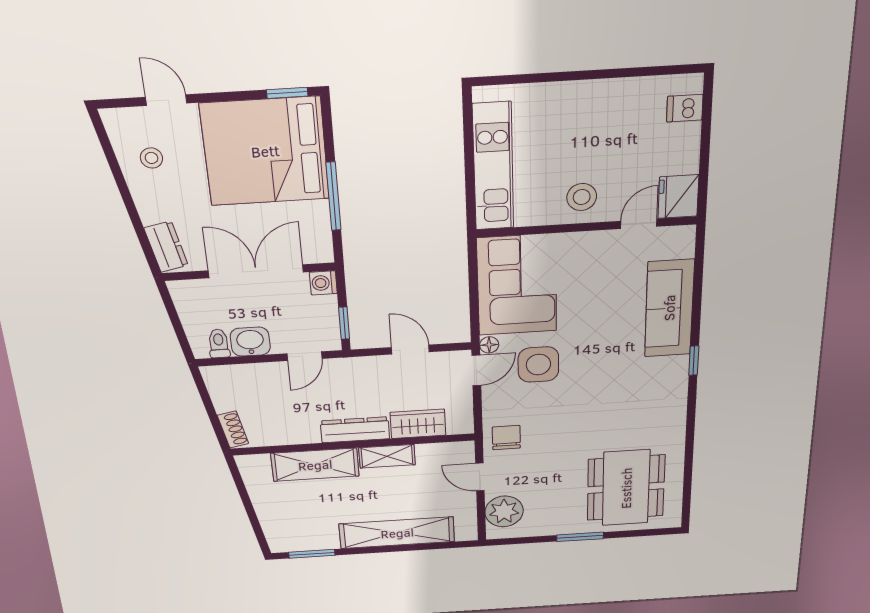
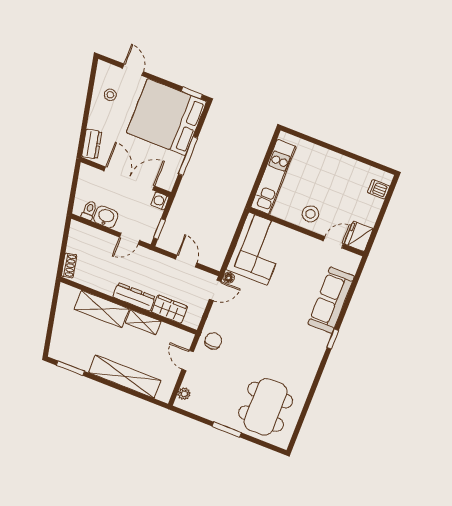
side table: (538, 364) -> (249, 302), removed
plant: (504, 511) -> (184, 394), width x0.53, depth x0.53

